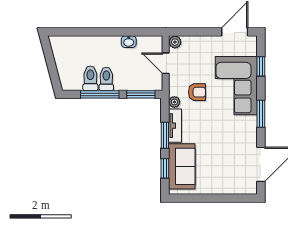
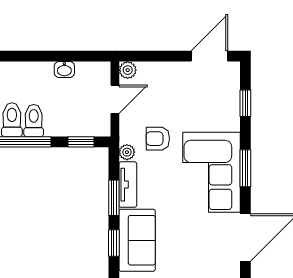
door: (166, 63) -> (115, 99), swing flipped
corner sofa: (236, 86) -> (212, 172), moved
armchair: (197, 92) -> (158, 139), turned 180
window: (141, 94) -> (81, 142), width x0.67

